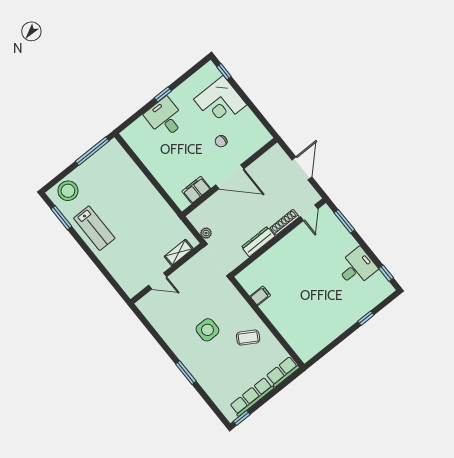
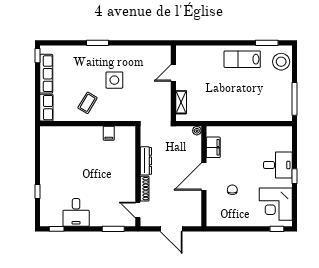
corner desk: (220, 102) -> (276, 204), moved, turned -90
plant: (206, 233) -> (197, 131), moved

